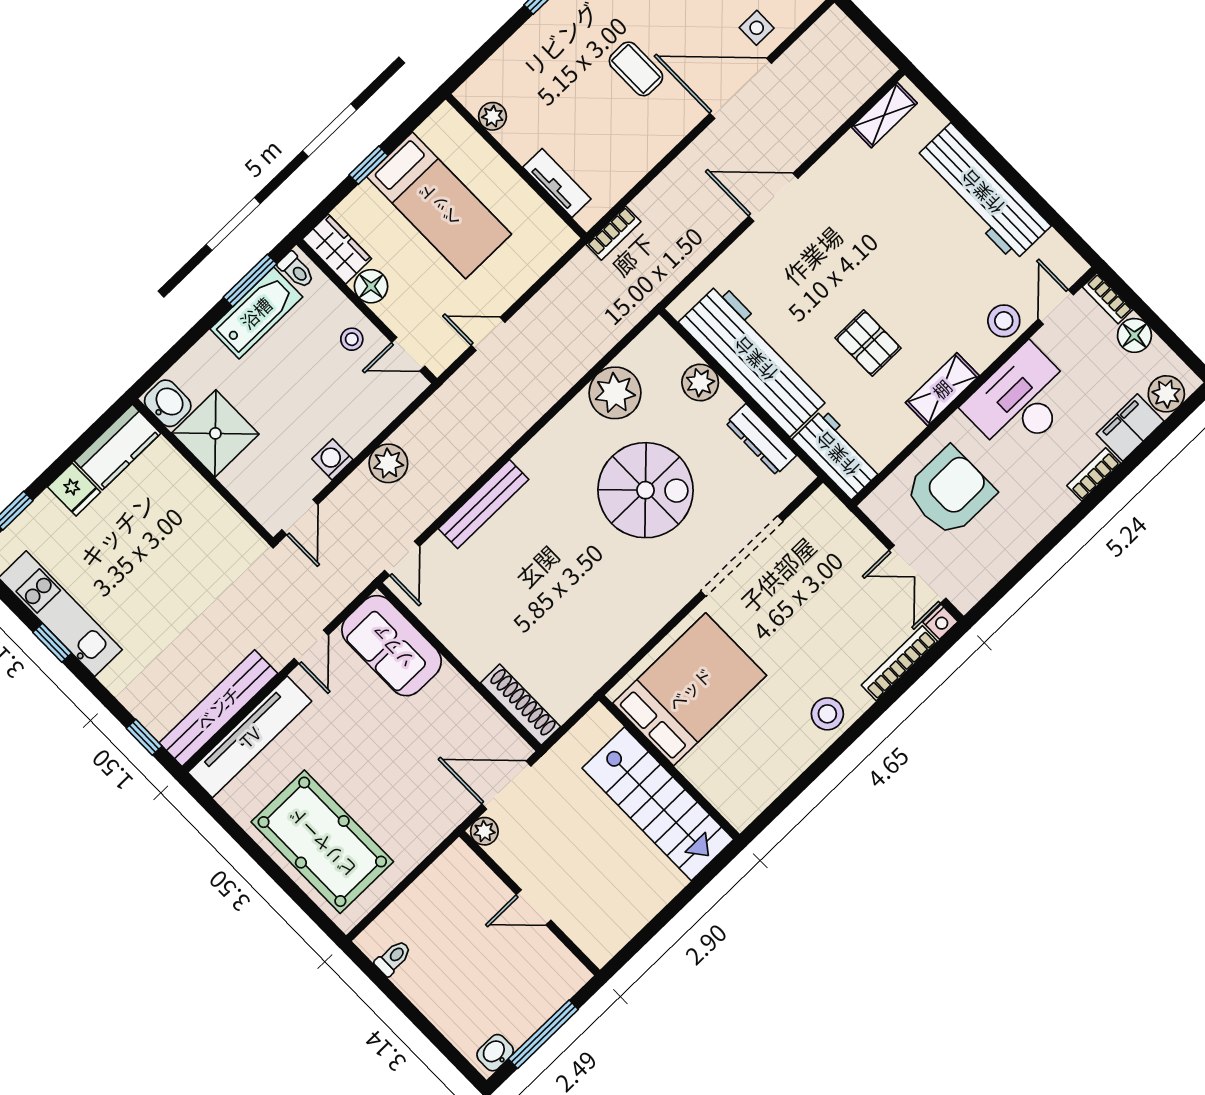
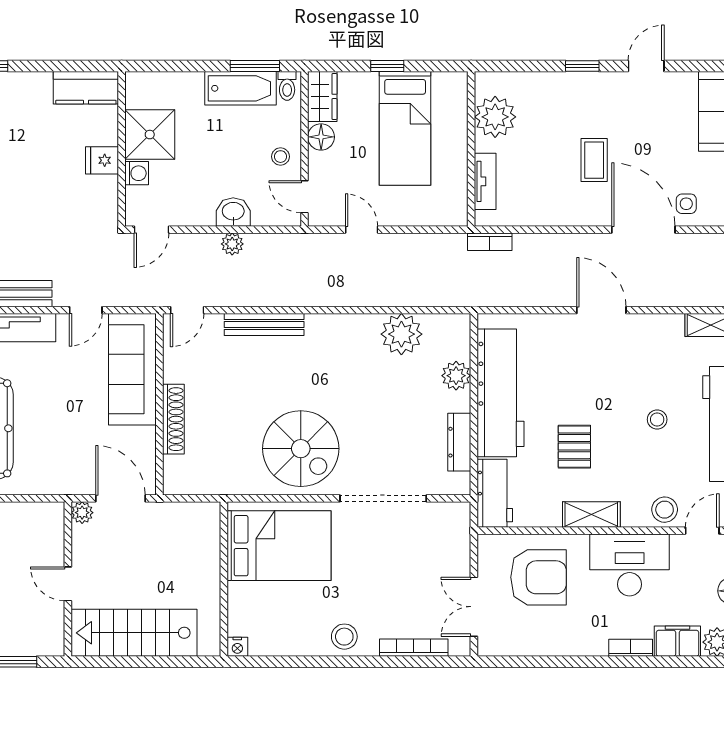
plant: (493, 116) -> (495, 117), width x1.87, depth x1.87
stool: (919, 247) -> (657, 419), added
washbasin: (168, 403) -> (233, 212), moved, turned -90
washing machine: (332, 459) -> (137, 173), moved, turned 90
plant: (388, 463) -> (232, 244), width x0.73, depth x0.73
fridge: (74, 489) -> (102, 160), moved, turned 90
spiral stairs: (645, 490) -> (301, 449), moved
nightstand: (940, 622) -> (237, 647), moved
sofa: (392, 646) -> (132, 369), width x1.36
shoe rack: (520, 705) -> (173, 419), moved
stairs: (658, 804) -> (134, 633), moved, turned 90

